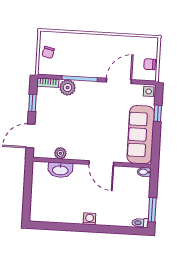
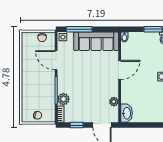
window: (158, 113) -> (79, 29), width x2.17
washbasin: (60, 170) -> (127, 113), moved

